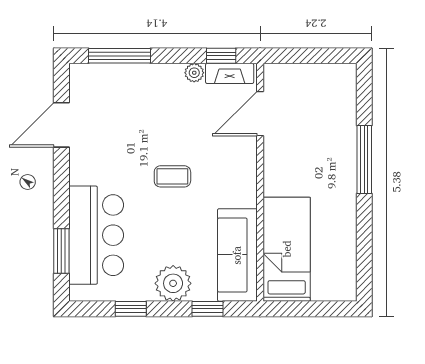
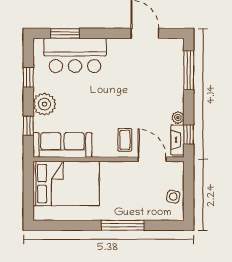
side table: (319, 80) -> (173, 197), added
coffee table: (172, 176) -> (125, 140), moved
bed: (287, 249) -> (66, 183), width x1.50

